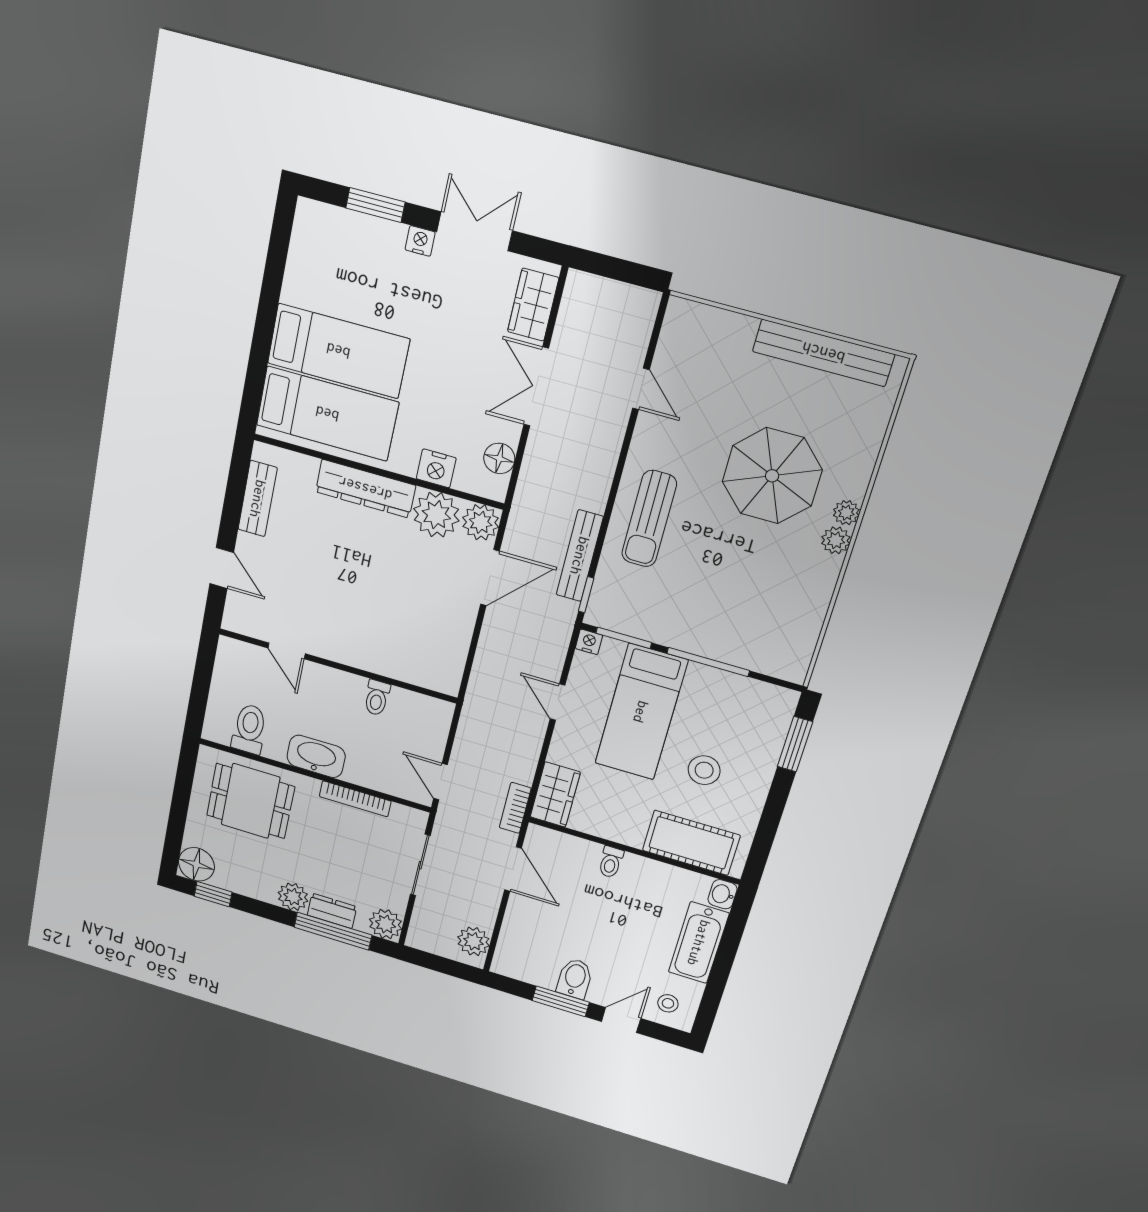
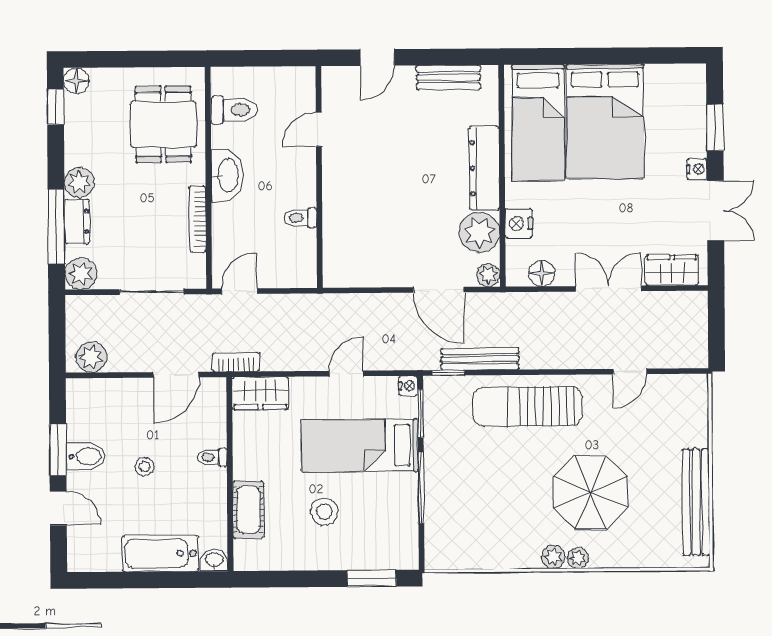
bed: (338, 351) -> (605, 121), width x1.50
sun lounger: (649, 519) -> (527, 406), width x1.36, depth x1.34
plant: (481, 522) -> (488, 275), width x0.73, depth x0.73
cot: (691, 843) -> (248, 510), width x0.73, depth x0.75
floor lamp: (196, 864) -> (76, 81), width x0.73, depth x0.73
stool: (668, 1003) -> (145, 466), moved

